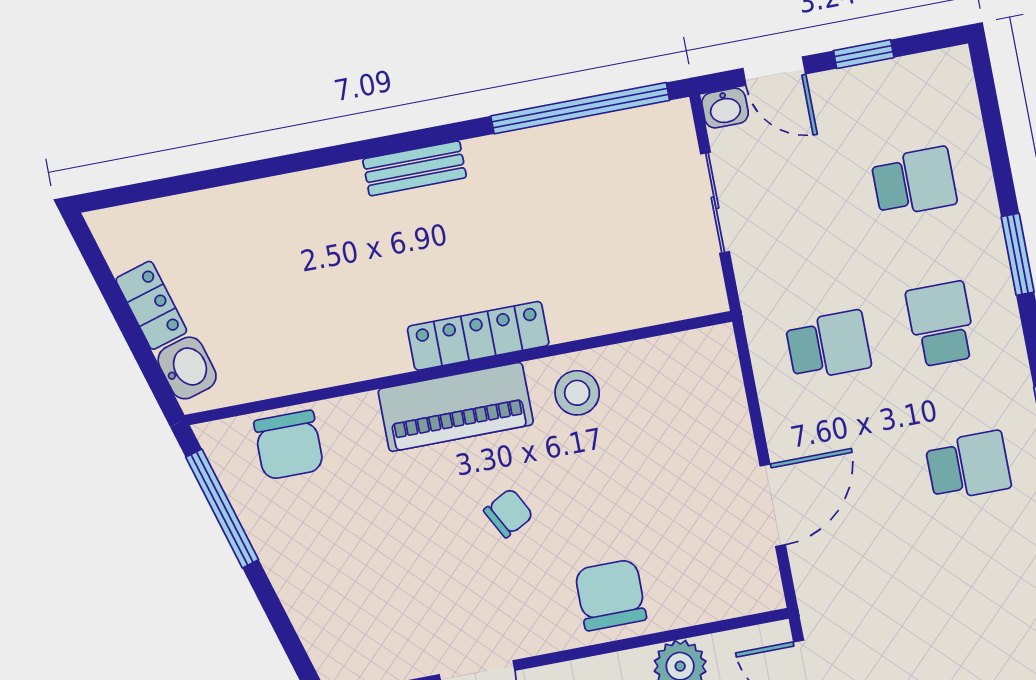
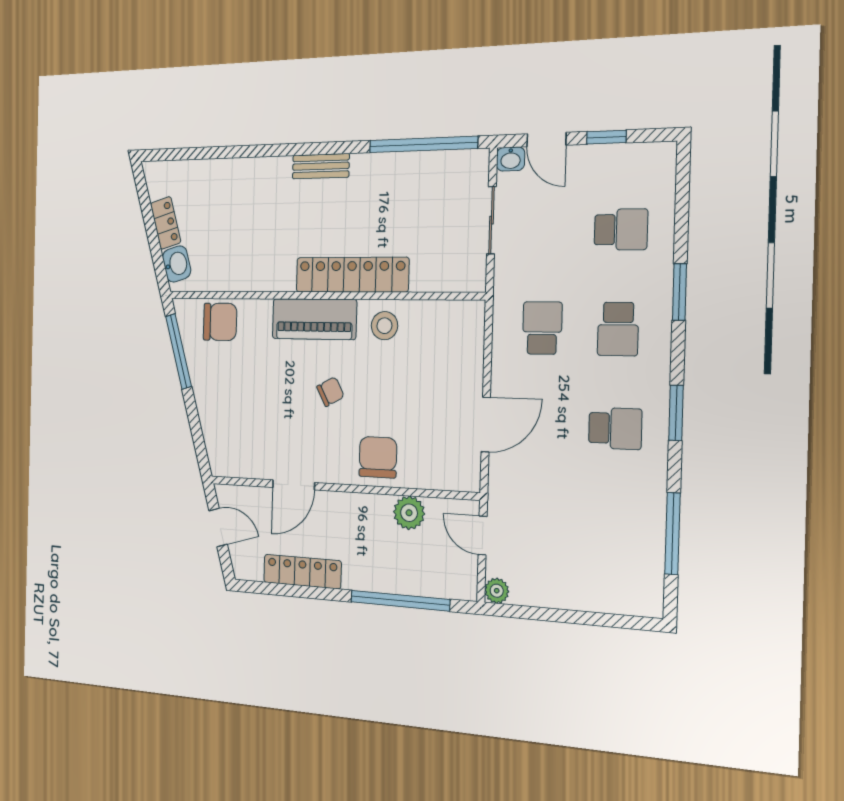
school desk: (941, 324) -> (618, 329), turned 180
locker: (478, 336) -> (352, 275), width x1.41, depth x1.21
school desk: (828, 345) -> (542, 328), turned -90
chair: (289, 445) -> (220, 322), turned -90

